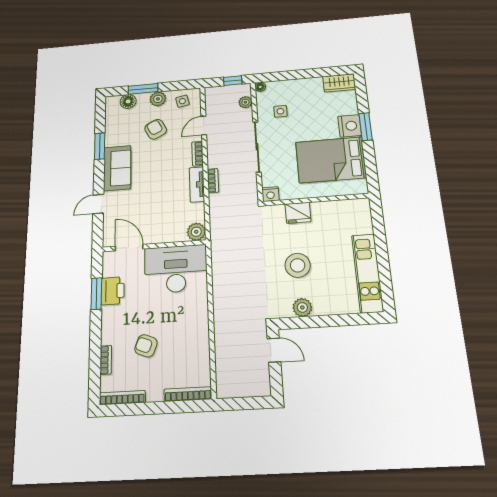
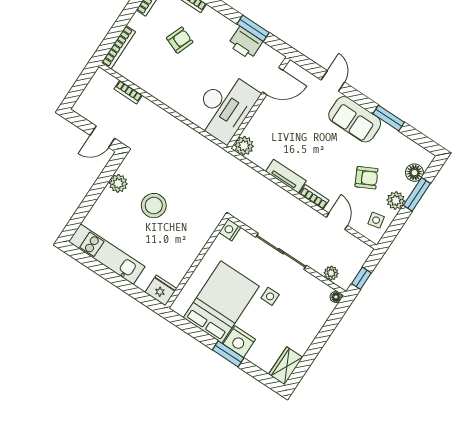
side table: (280, 111) -> (270, 296), moved
bookcase: (213, 181) -> (128, 92), moved
fridge: (298, 213) -> (161, 290), moved, turned 90

